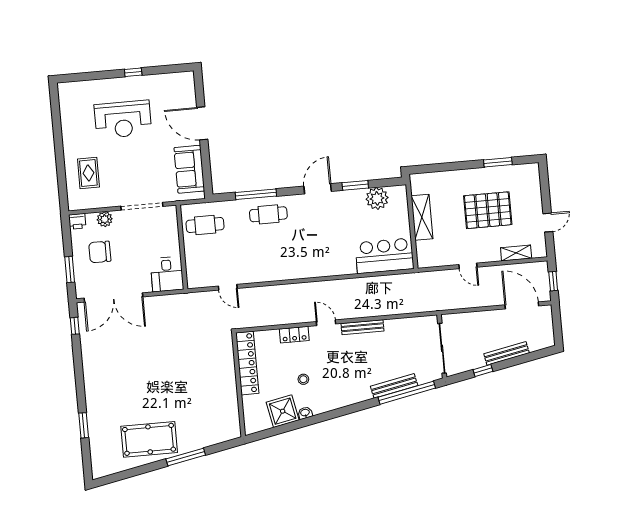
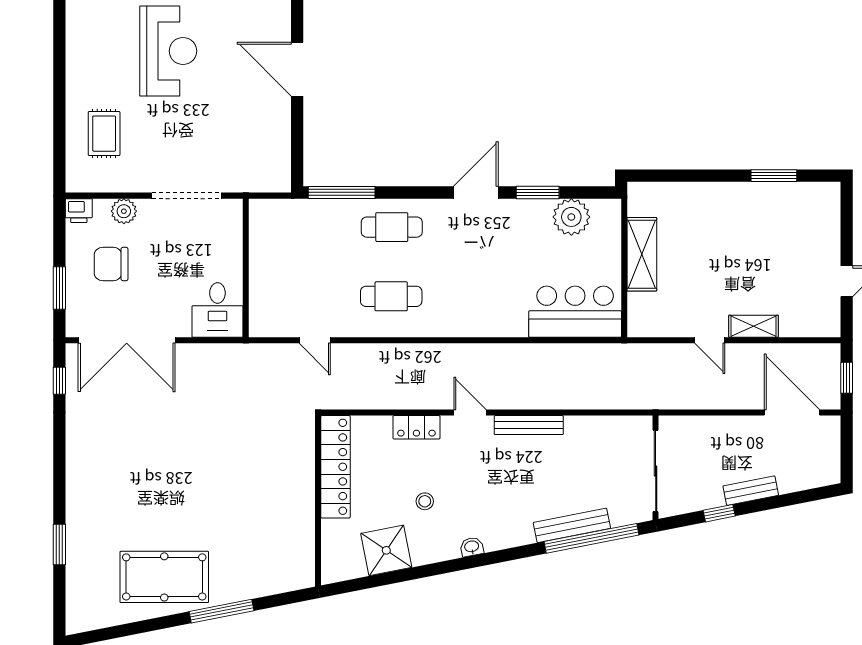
reception desk: (123, 119) -> (168, 51), turned -90
sofa: (189, 169) -> (269, 142), removed
window: (256, 194) -> (342, 192), moved
pallet: (488, 210) -> (750, 252), removed
cafe table: (205, 225) -> (391, 296), moved
shelving: (516, 253) -> (754, 326), moved
bench: (507, 353) -> (751, 491), width x0.73
washbasin: (305, 413) -> (472, 547), moved

